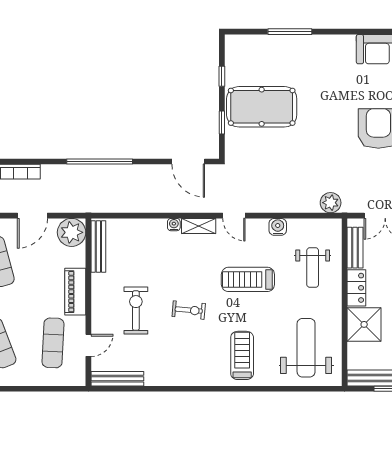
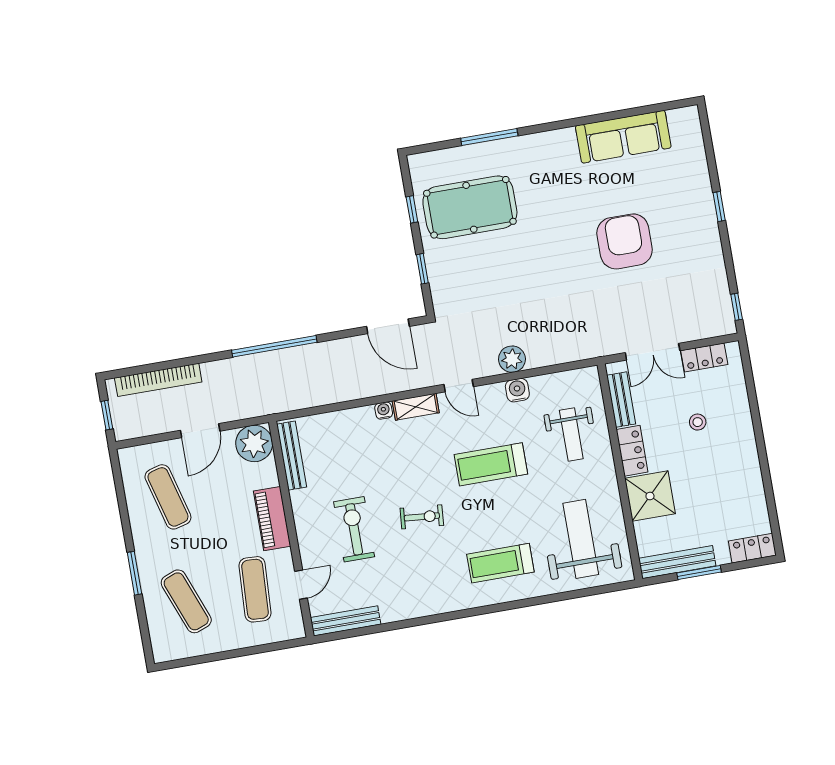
pool table: (262, 107) -> (470, 207), moved
plant: (331, 203) -> (512, 359), moved
treadmill: (242, 355) -> (500, 563), turned -90

